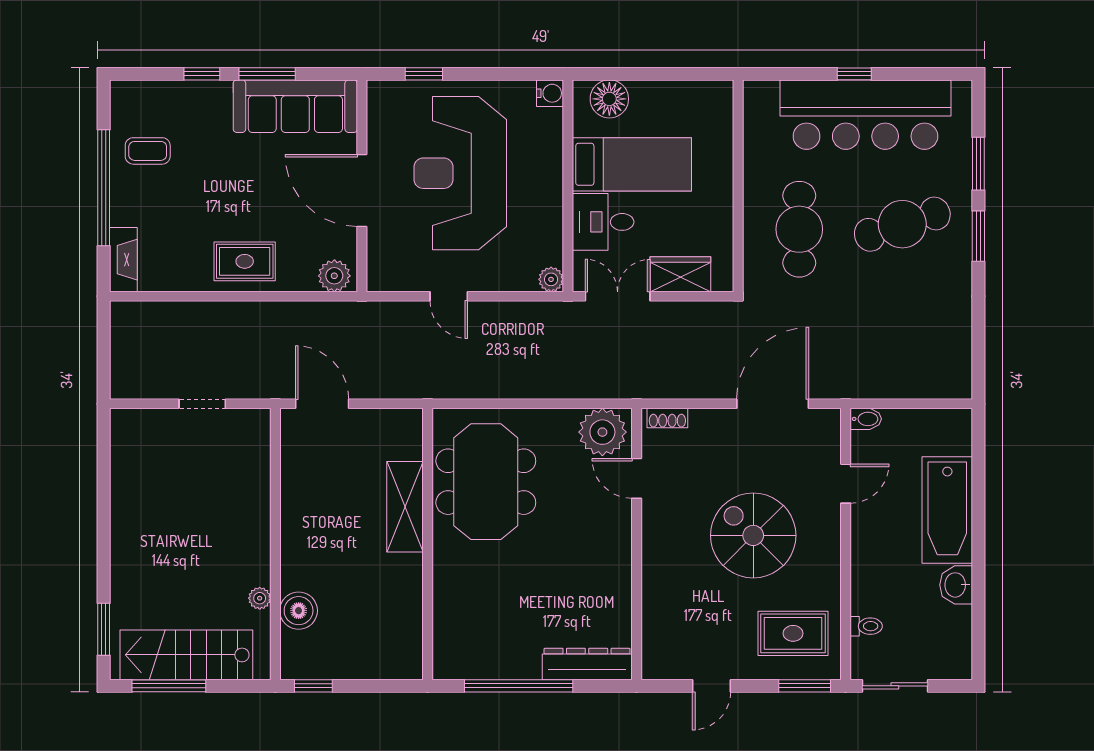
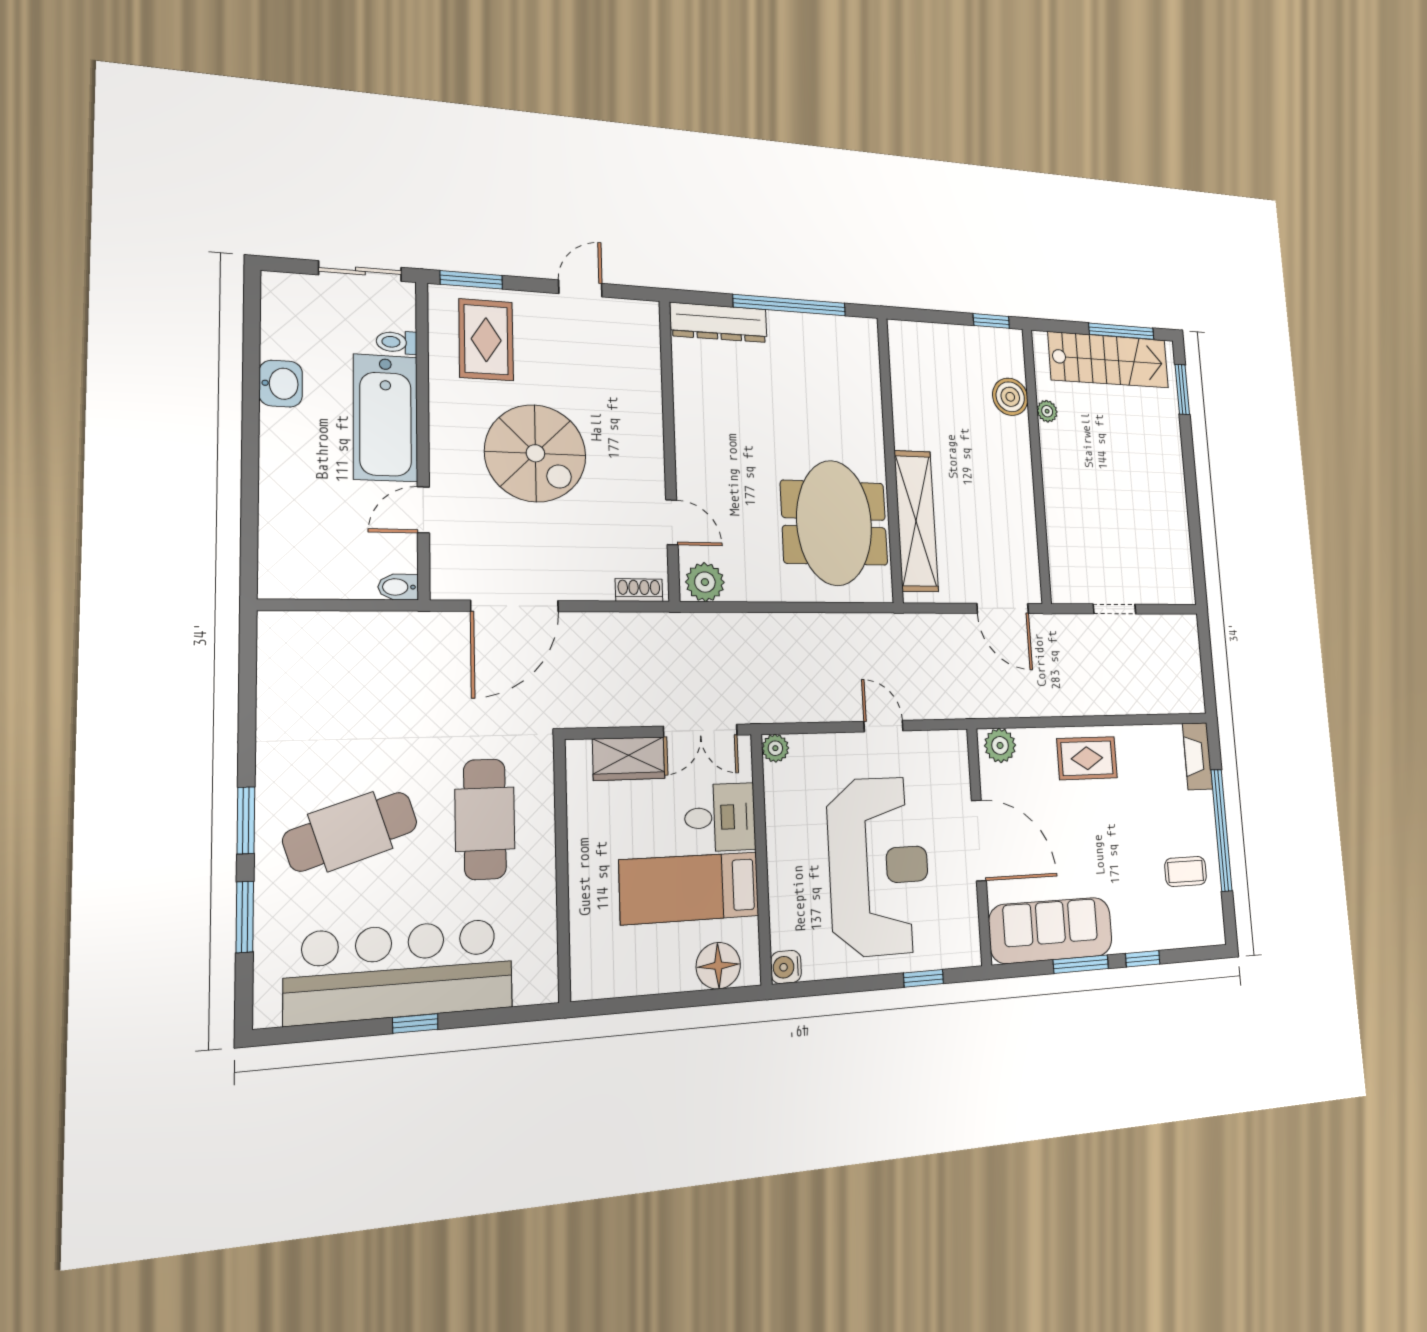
plant: (602, 432) -> (705, 582), width x0.73, depth x0.73
shelving: (405, 507) -> (916, 521), width x1.47
bathtub: (947, 510) -> (385, 418), moved, turned 180
rug: (793, 633) -> (486, 340), turned 90

